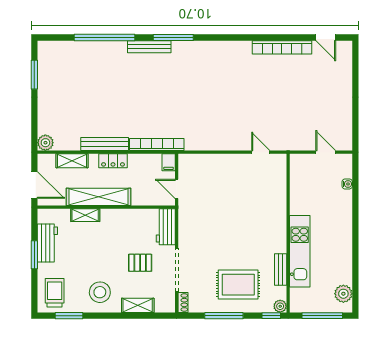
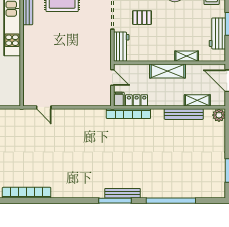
bench: (149, 47) -> (123, 193), moved
bench: (105, 144) -> (184, 114), moved
locker: (113, 161) -> (137, 100), moved
shelving: (99, 197) -> (167, 71), width x0.68

